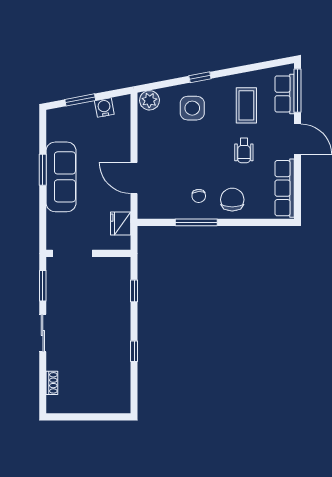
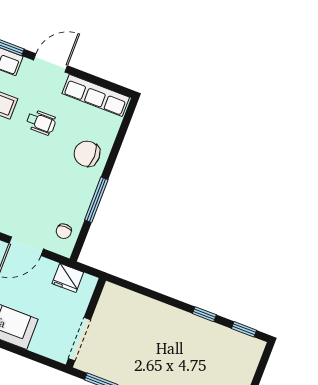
chair: (199, 196) -> (64, 231), moved, turned 94
window: (134, 291) -> (244, 329), moved

